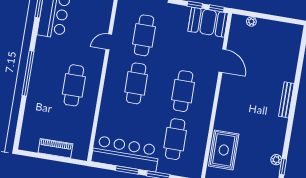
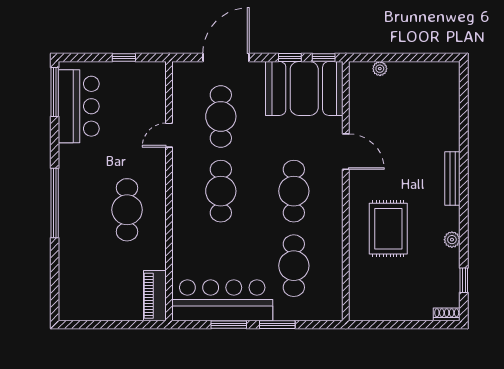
booth: (208, 22) -> (304, 88), width x1.36, depth x1.42
door: (222, 61) -> (346, 152), moved
piano: (55, 148) -> (155, 296), moved, turned -90
rug: (224, 150) -> (388, 229), moved
plant: (276, 160) -> (452, 240), moved

